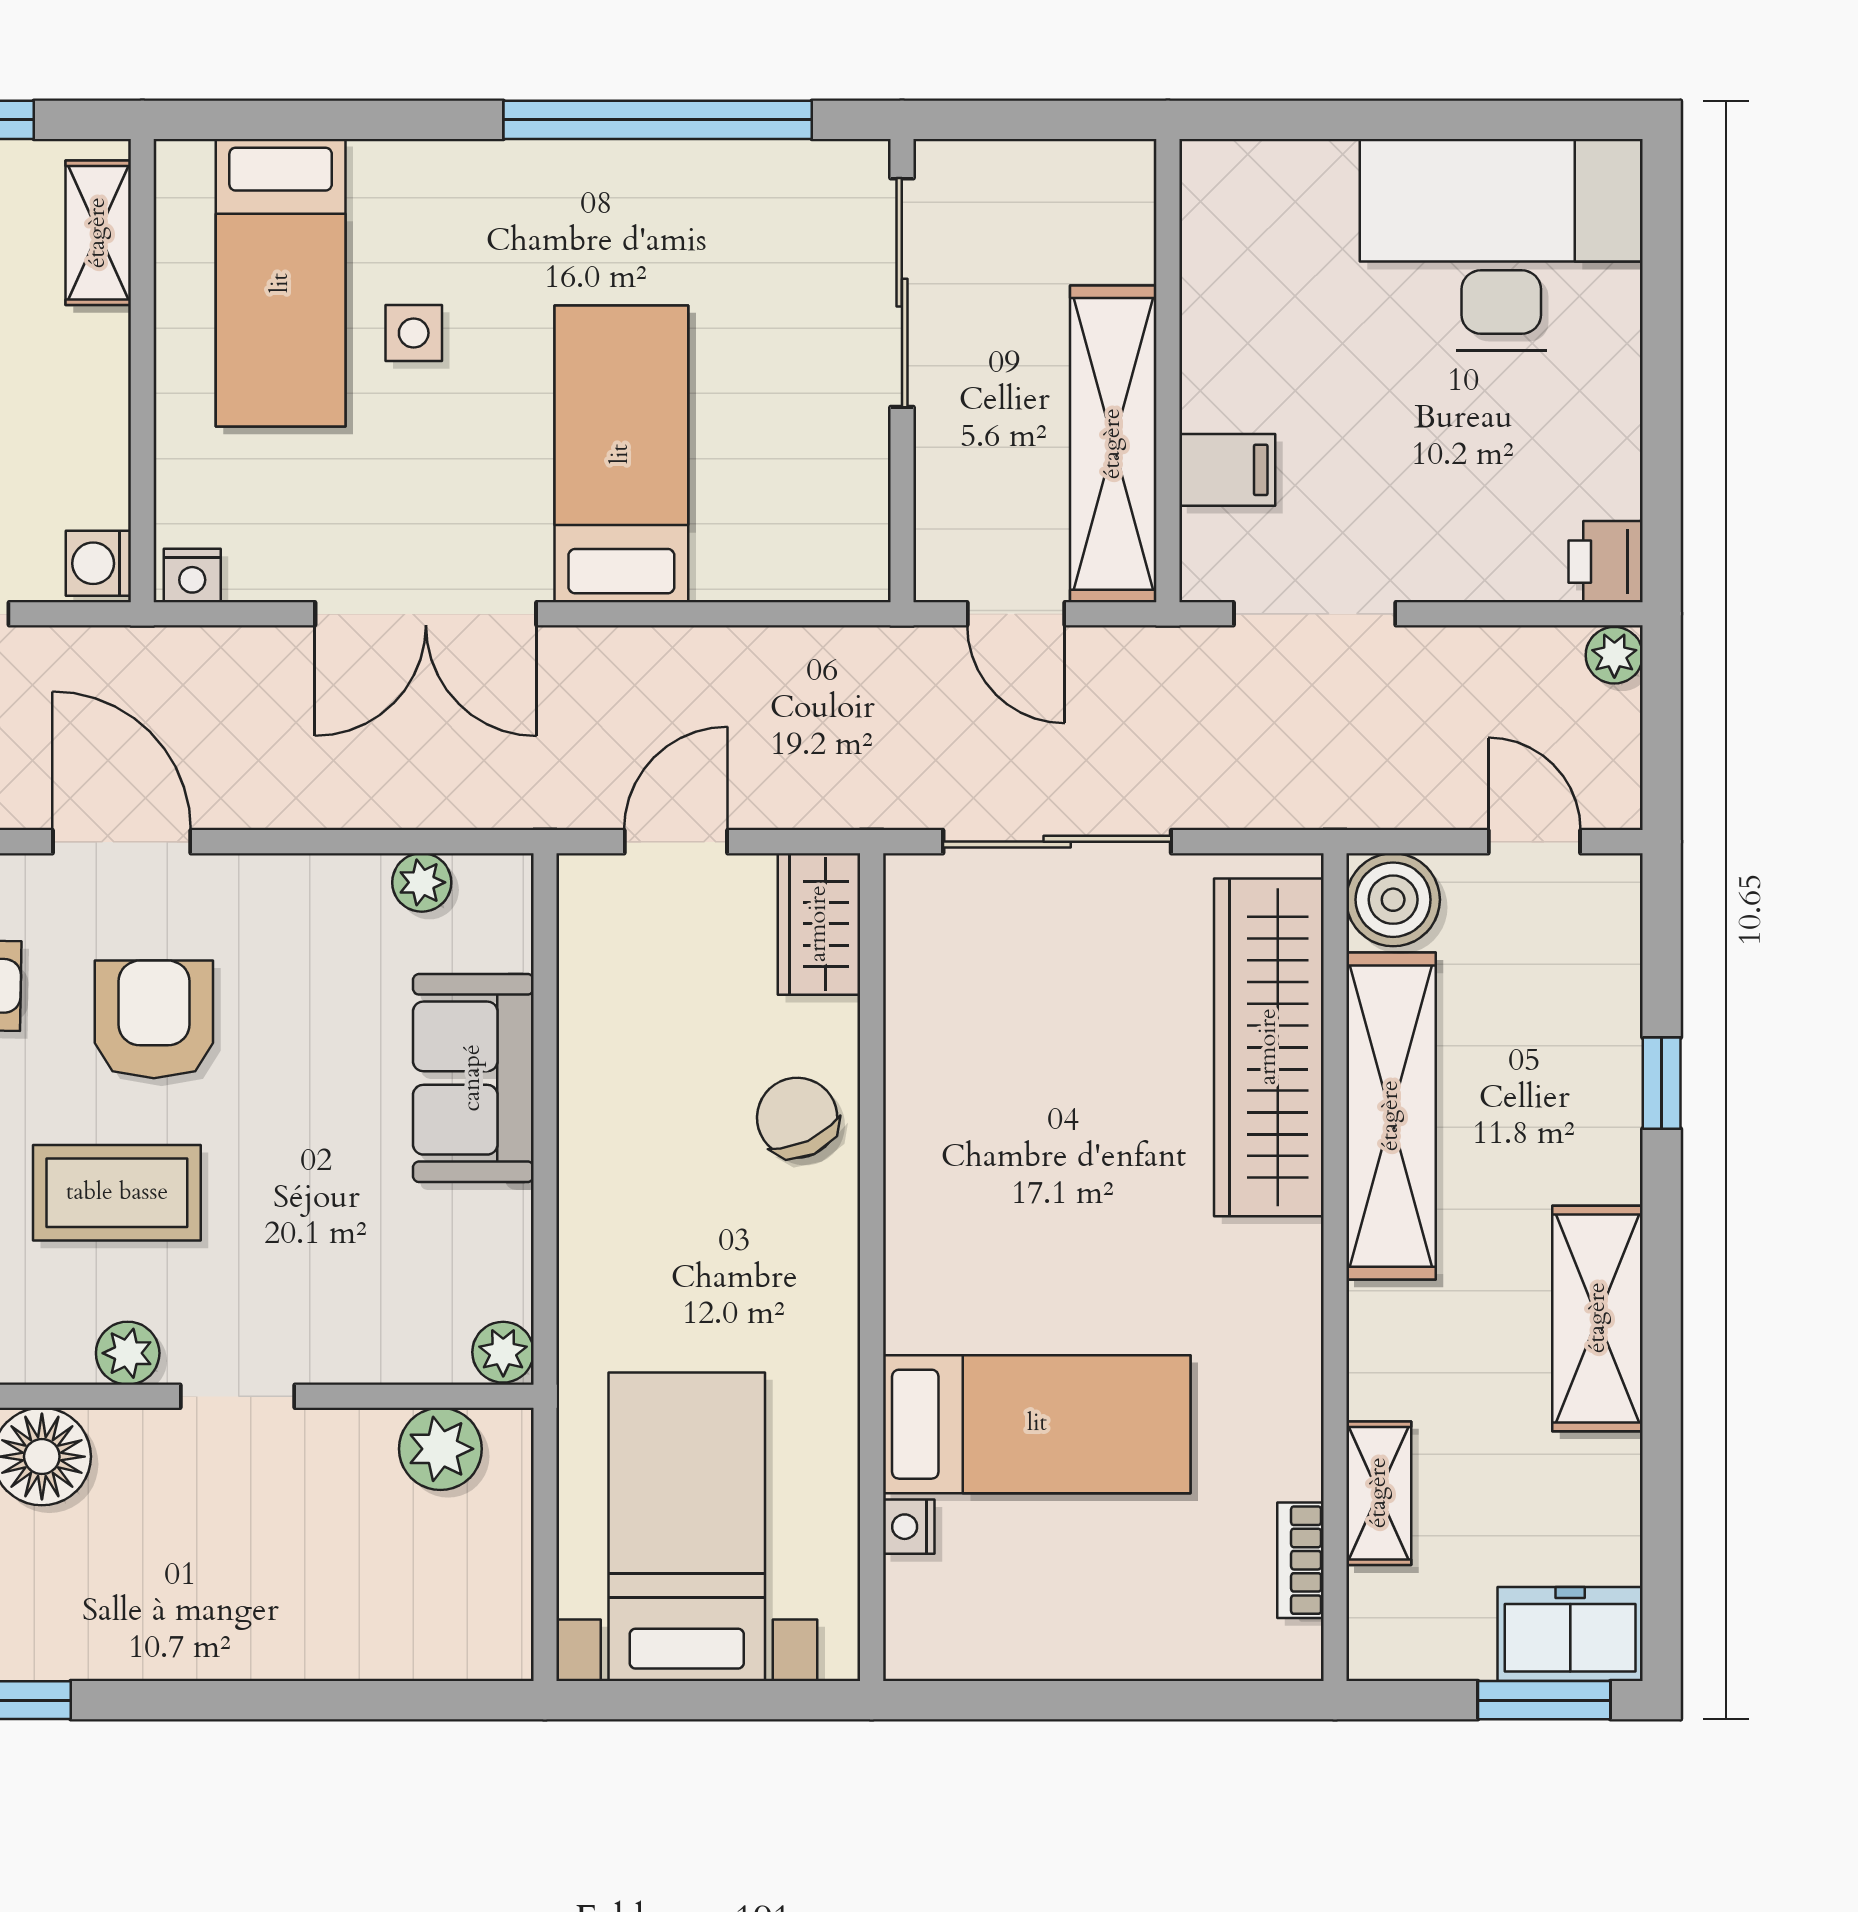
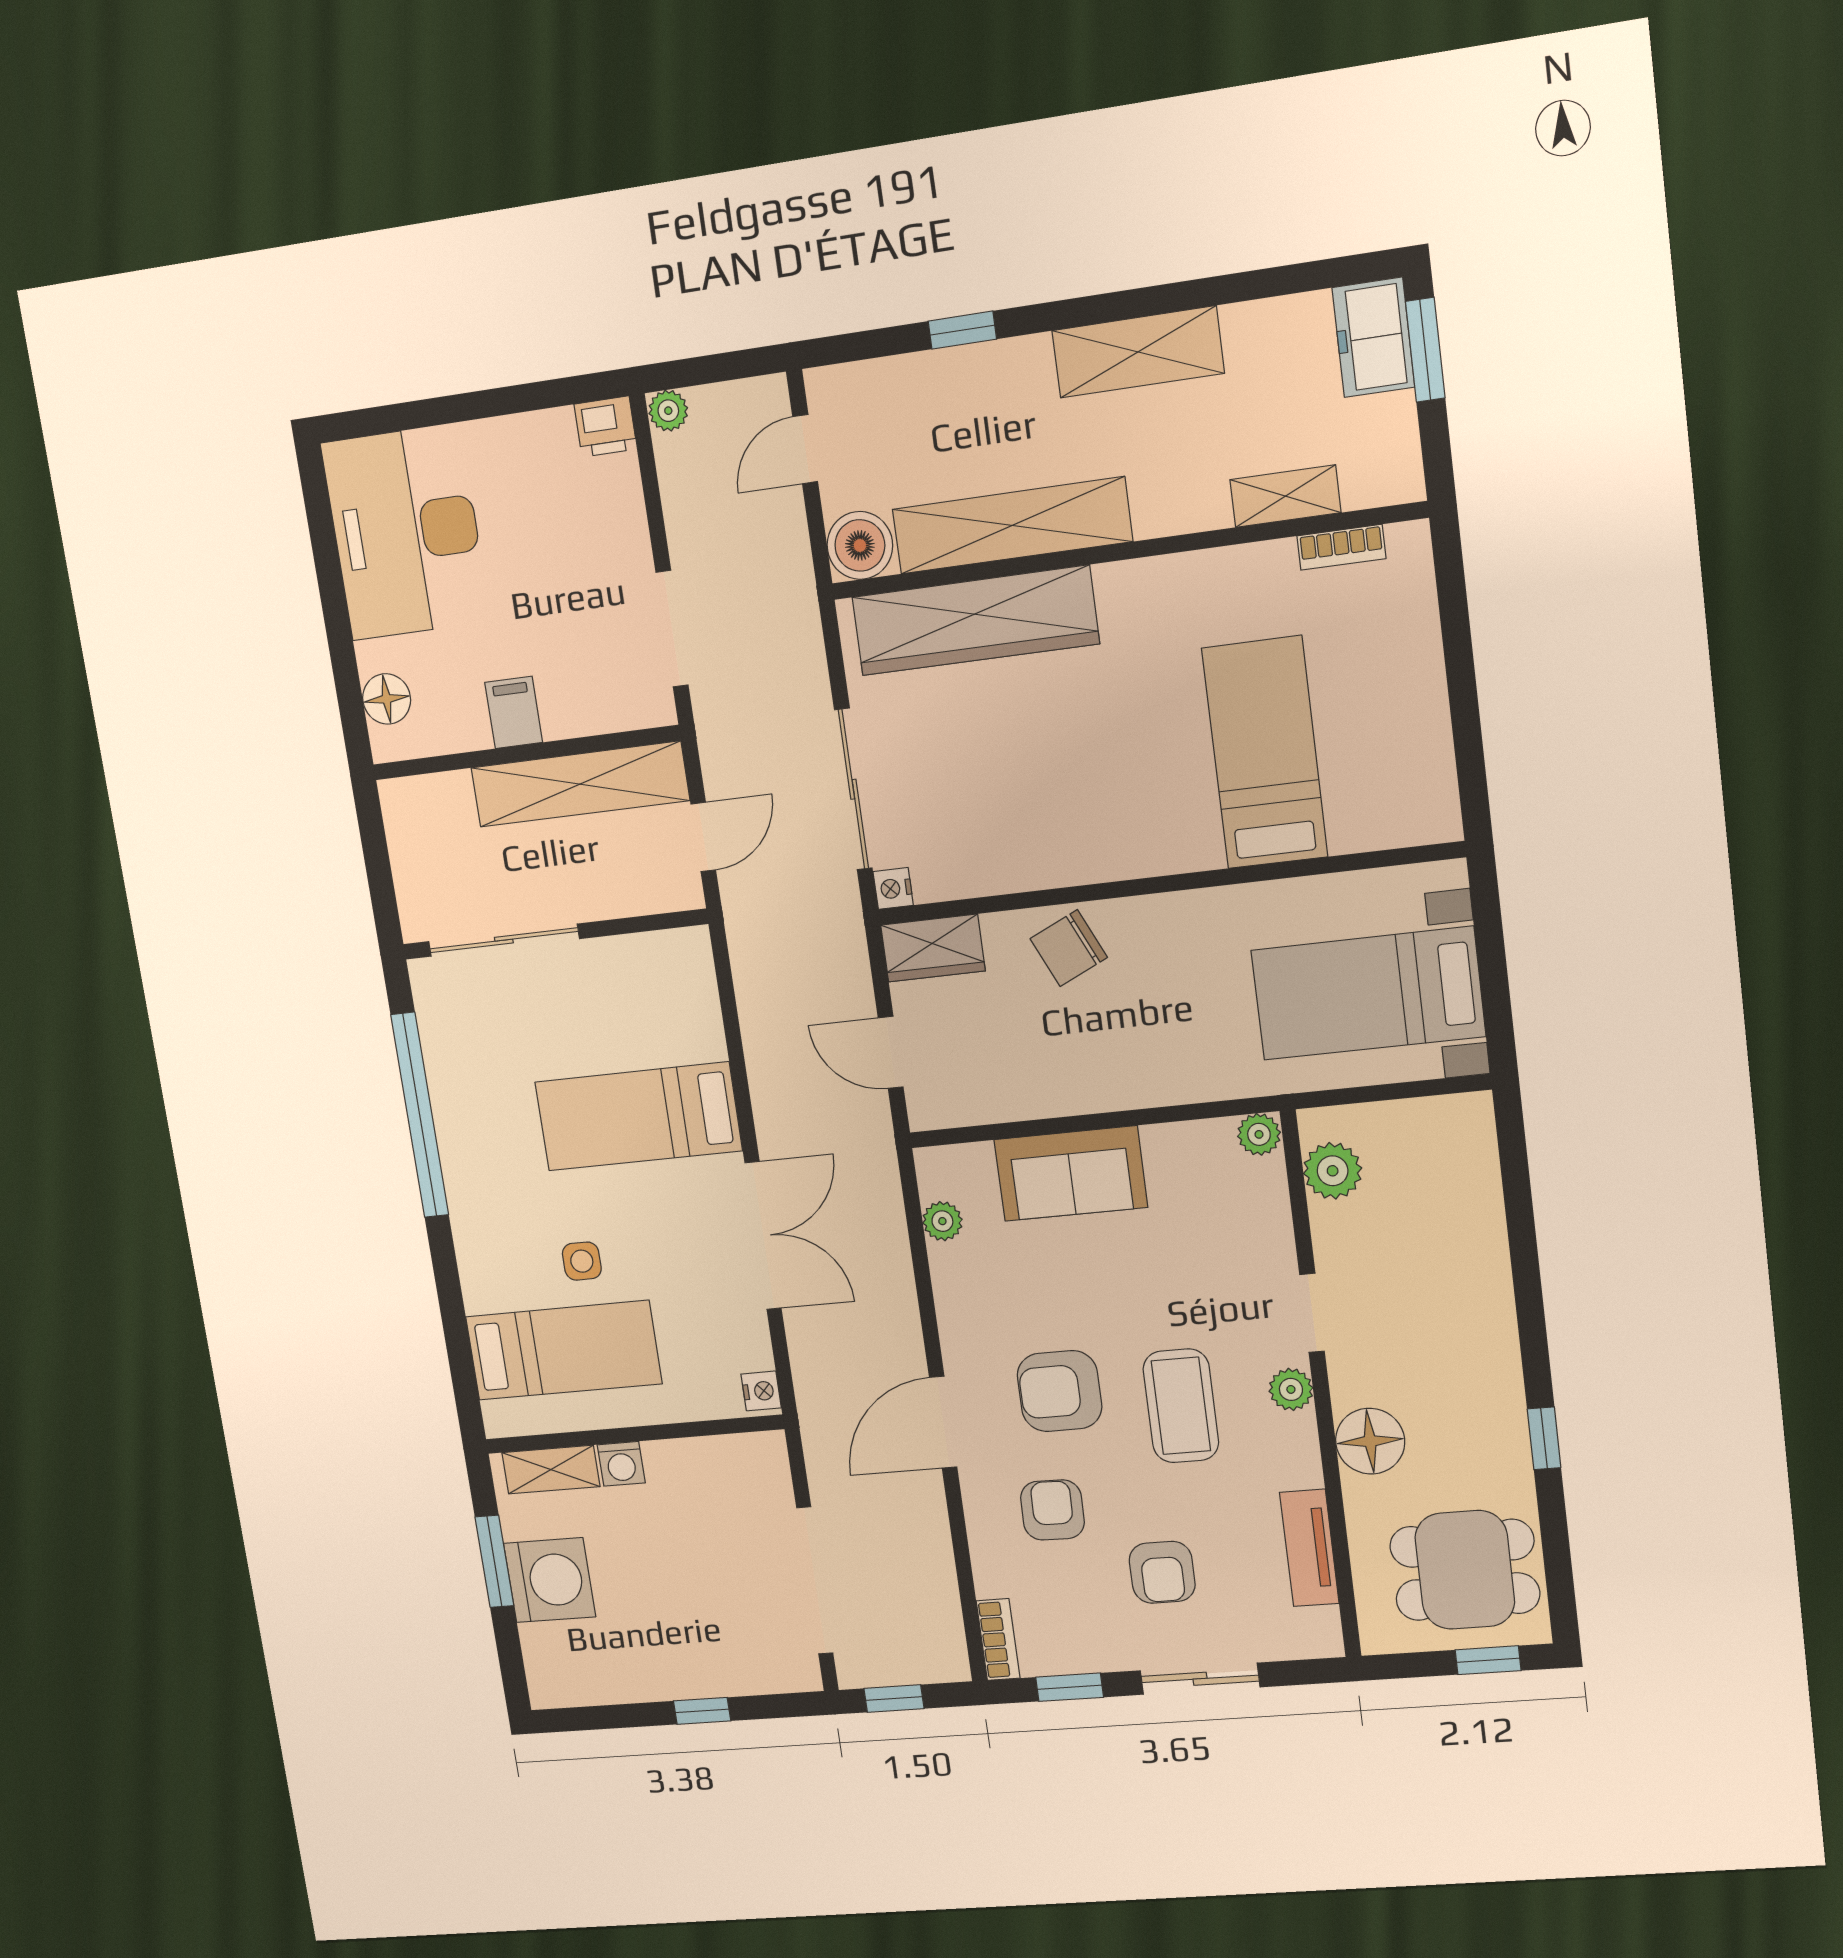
floor lamp: (1271, 175) -> (387, 699), added
filing cabinet: (1227, 470) -> (514, 712), moved
washing machine: (98, 563) -> (621, 1464), moved
nightstand: (909, 1527) -> (893, 888), moved, turned 90

